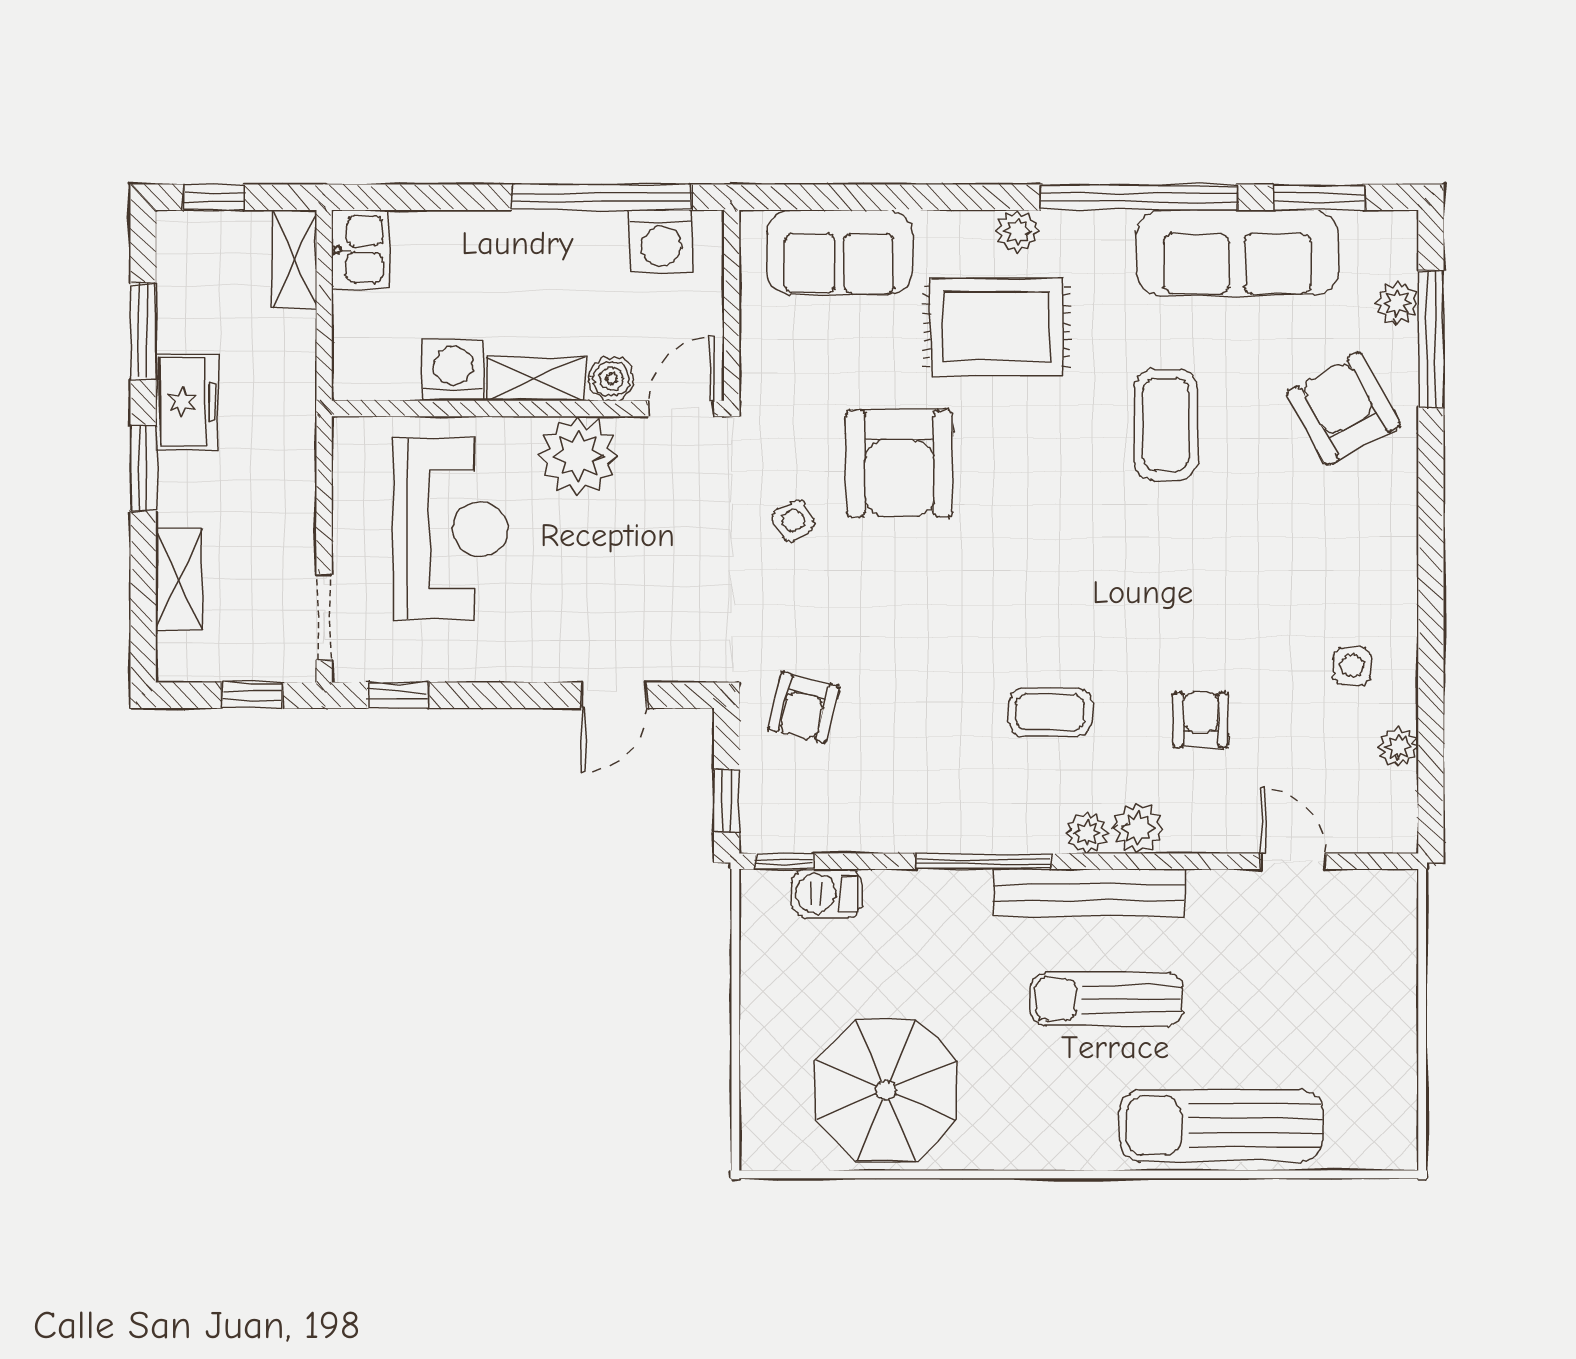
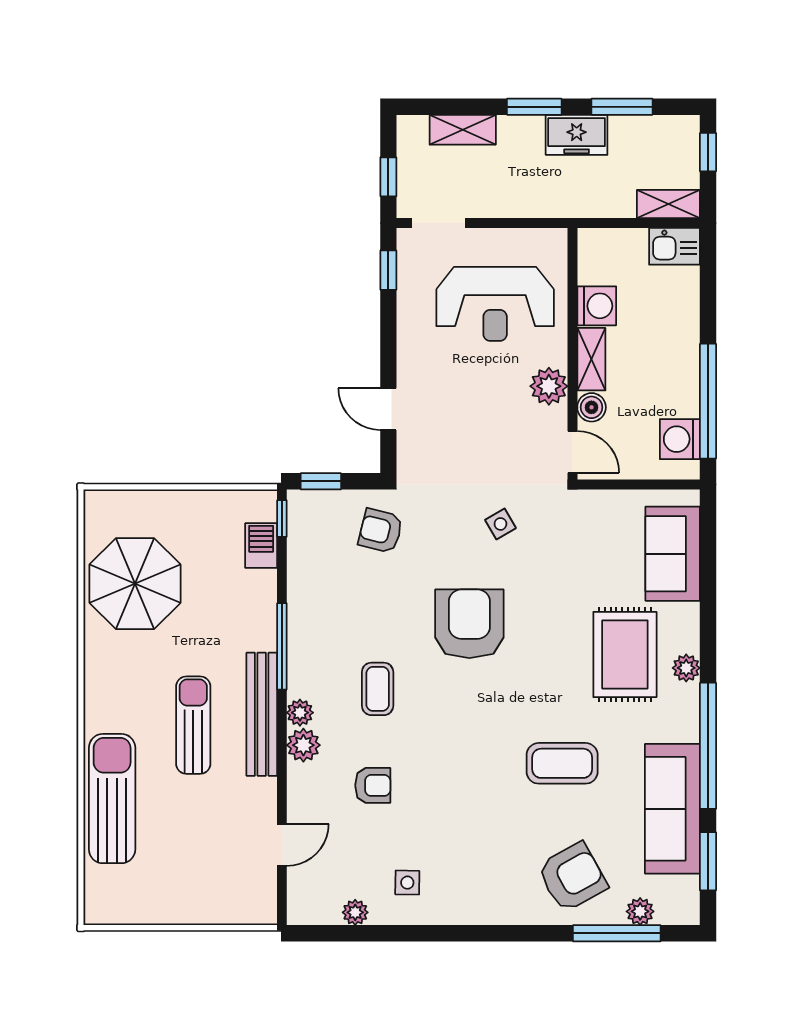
plant: (579, 456) -> (549, 386), width x0.73, depth x0.73
armchair: (899, 463) -> (469, 624), moved, turned 90

